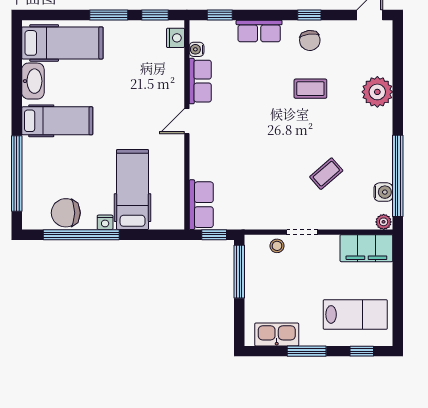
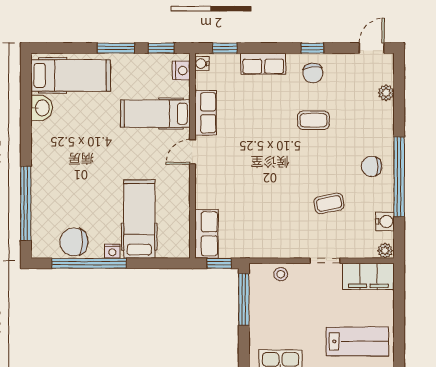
water cooler: (197, 49) -> (202, 64), moved
washbasin: (33, 81) -> (42, 108), width x0.72
plant: (377, 92) -> (386, 93), moved, width x0.53, depth x0.53
hospital bed: (57, 121) -> (155, 114), moved, turned 180
chair: (370, 136) -> (372, 166), added
coffee table: (326, 174) -> (329, 203), turned 30
window: (398, 176) -> (399, 177), moved
doorway: (302, 232) -> (325, 261), moved

